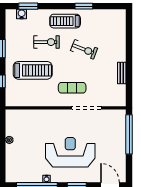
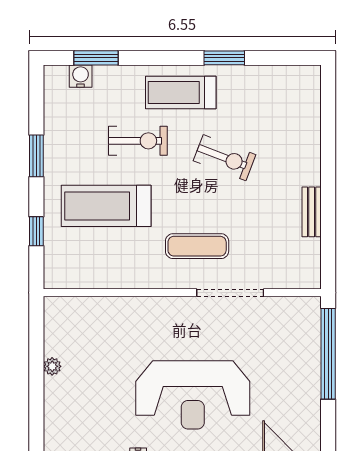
treadmill: (33, 70) -> (106, 206), turned 180
reception desk: (70, 152) -> (193, 395), turned 180

